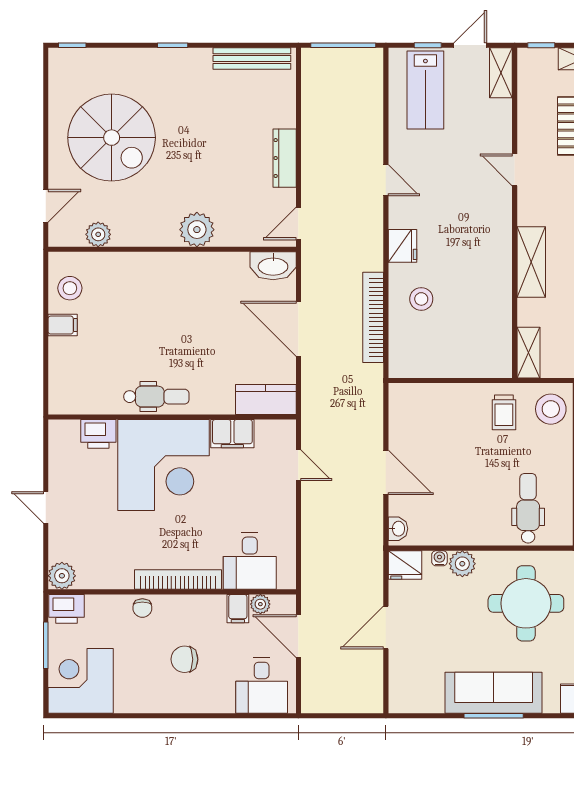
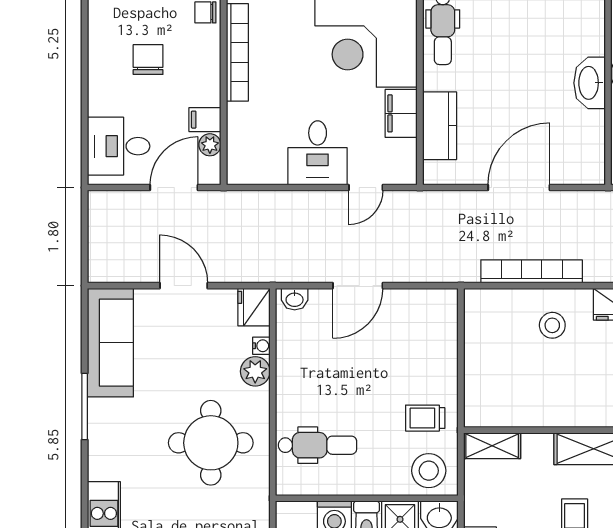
washbasin: (273, 266) -> (590, 83), moved
kitchen counter: (266, 399) -> (440, 126), moved
desk: (250, 561) -> (318, 153), moved, turned -90
sofa: (494, 693) -> (110, 343), moved

